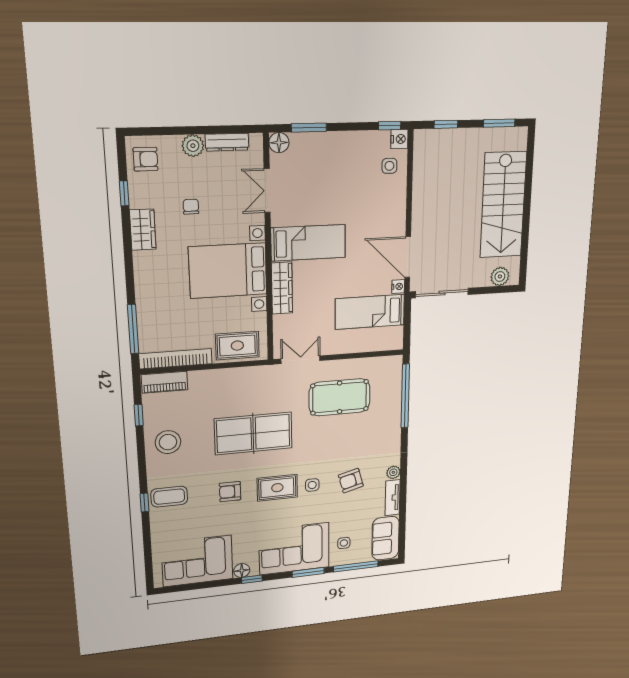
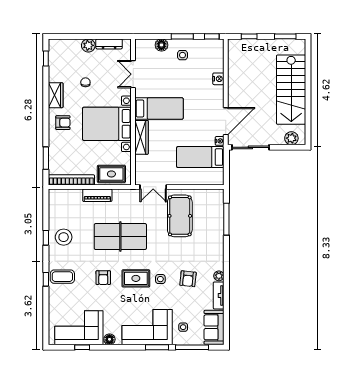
window: (309, 128) -> (182, 36), moved
nightstand: (399, 139) -> (218, 79), moved
floor lamp: (279, 143) -> (161, 45), moved
armchair: (145, 159) -> (63, 123), moved
side table: (389, 166) -> (183, 55), moved
window: (124, 193) -> (46, 58), moved
door: (408, 257) -> (226, 121), swing flipped
window: (133, 329) -> (46, 158), width x0.69
double door: (301, 360) -> (153, 187), swing flipped
piano: (165, 382) -> (97, 195), moved
window: (405, 396) -> (226, 219), width x0.68
pool table: (340, 397) -> (180, 216), turned 90
window: (139, 415) -> (46, 238), moved
armchair: (351, 481) -> (188, 279), turned -69
armchair: (230, 492) -> (103, 278), turned -90
window: (252, 579) -> (82, 347), moved

